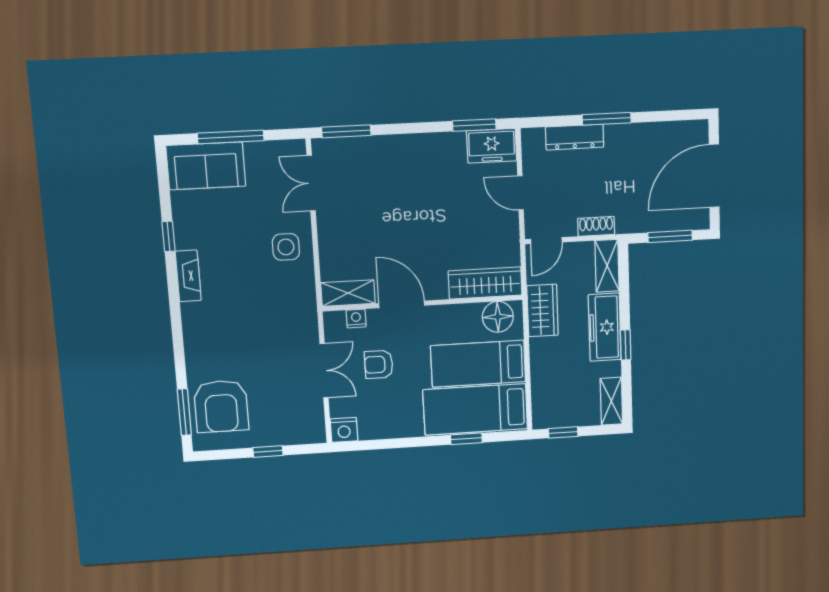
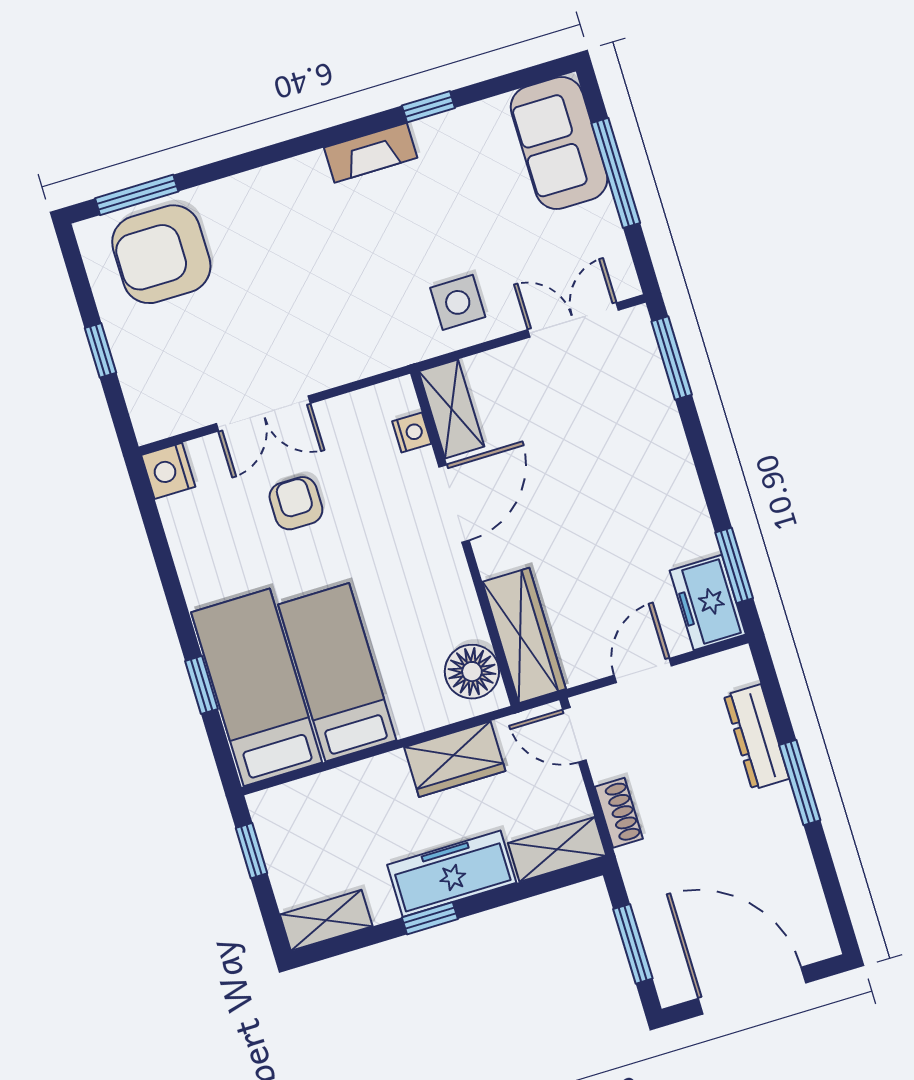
wardrobe: (485, 283) -> (524, 635), moved
shelving: (348, 293) -> (452, 409), moved
wall: (423, 303) -> (465, 538), moved
door: (402, 304) -> (454, 504), moved
floor lamp: (498, 317) -> (472, 672), moved
nightstand: (356, 318) -> (412, 433), moved

